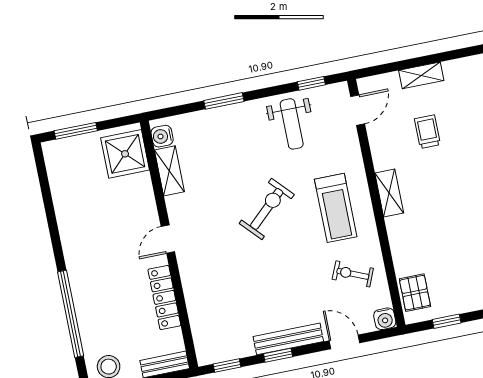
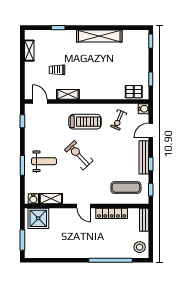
shelving: (421, 75) -> (29, 51), moved
weight bench: (292, 124) -> (44, 161), moved
shelving: (389, 193) -> (68, 94), moved
exercise mat: (221, 316) -> (126, 188), added

